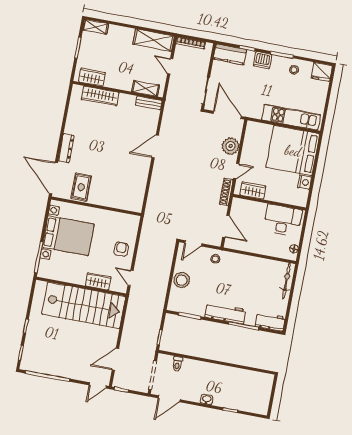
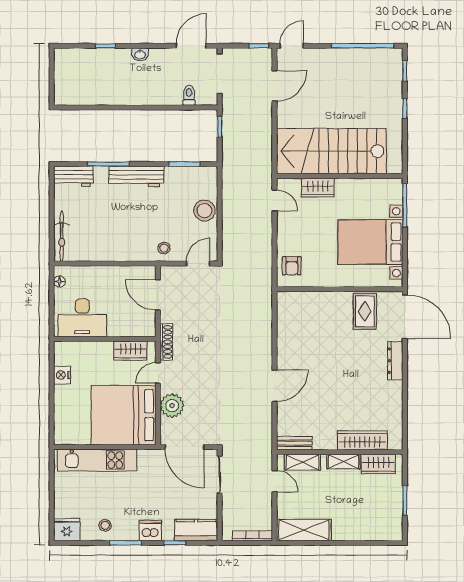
shelving: (95, 27) -> (343, 462), moved
door: (170, 66) -> (275, 481), moved
bed: (293, 151) -> (124, 415), moved, turned 180
armchair: (121, 249) -> (292, 266), moved

